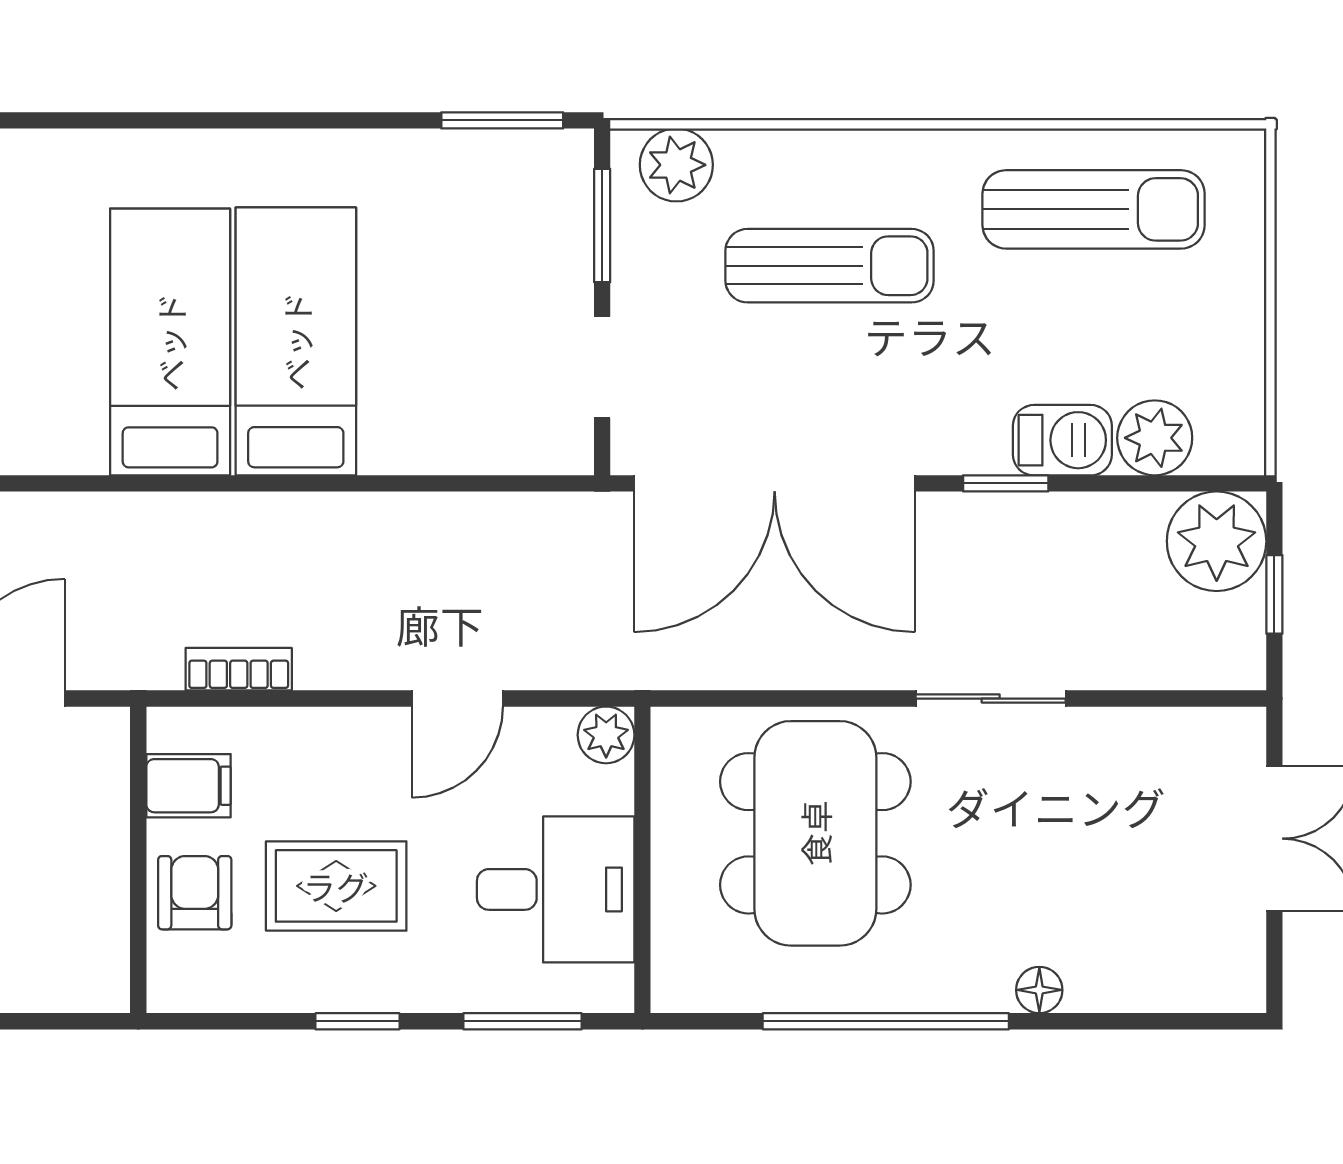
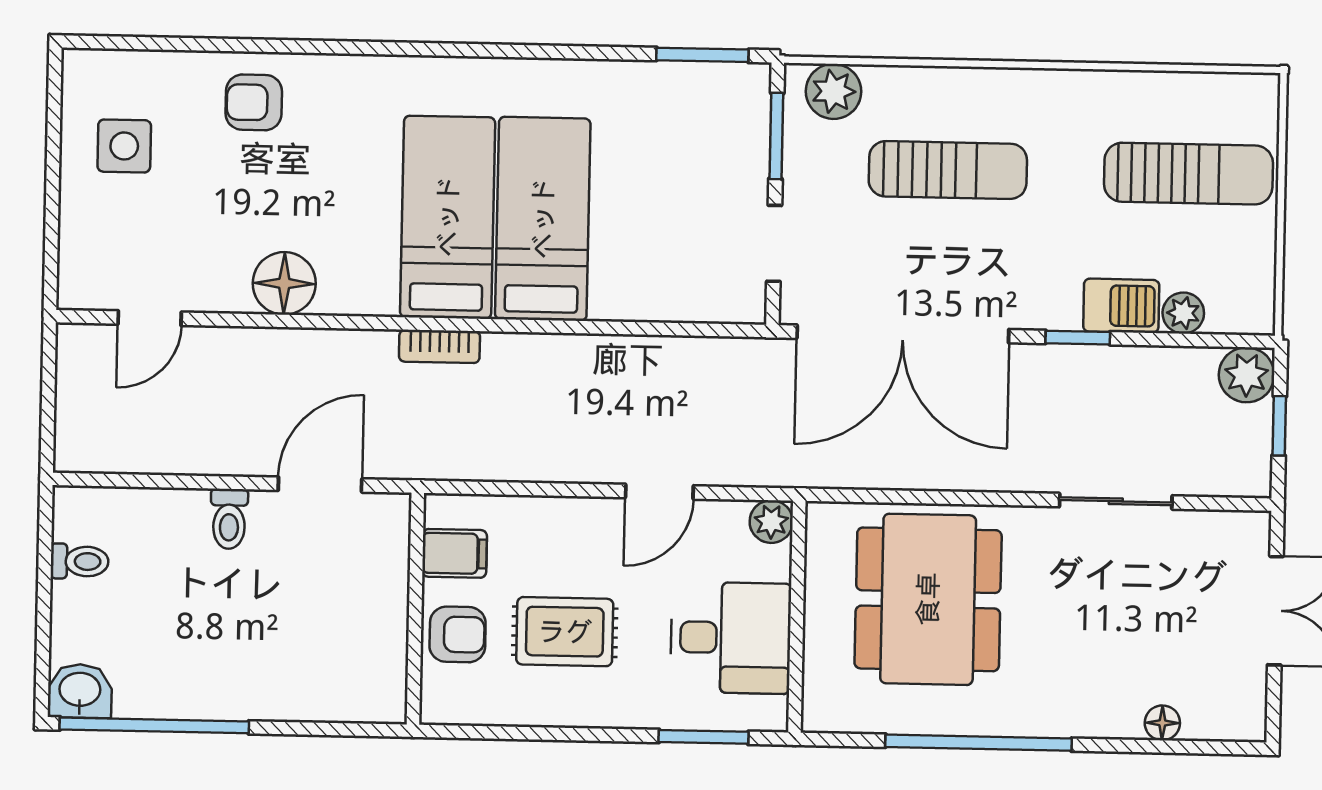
sun lounger: (1094, 209) -> (1188, 174), moved
plant: (1155, 438) -> (1183, 313), width x0.73, depth x0.73
plant: (1217, 541) -> (1247, 375), width x0.73, depth x0.73
bookcase: (239, 669) -> (439, 346), moved, turned 180
sliding door: (991, 699) -> (1116, 501), moved
armchair: (195, 893) -> (458, 634), turned 90
floor lamp: (1039, 990) -> (1162, 723), moved
window: (357, 1021) -> (579, 734), removed

